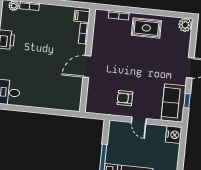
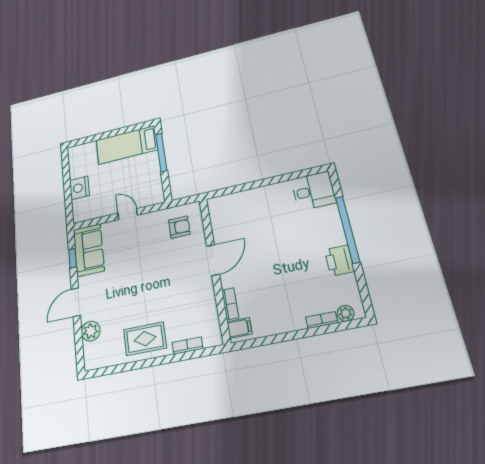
plant: (185, 25) -> (91, 331), moved
armchair: (125, 98) -> (179, 227), moved
nightstand: (174, 135) -> (79, 188), moved

